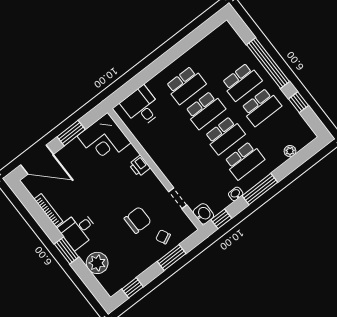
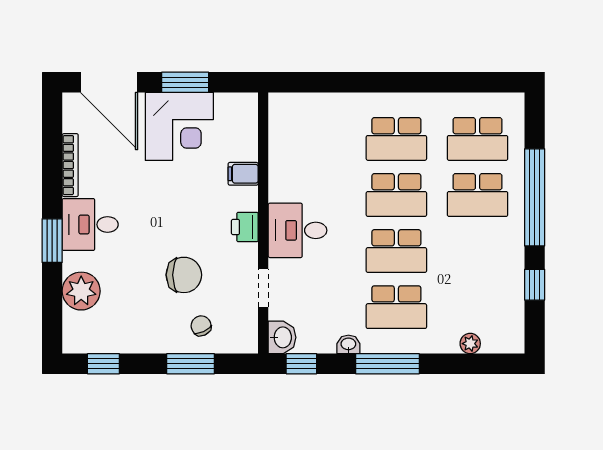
desk: (142, 107) -> (298, 230), moved, turned -90
school desk: (261, 107) -> (478, 139), moved
corner desk: (104, 139) -> (179, 126), moved, turned -90
filing cabinet: (129, 154) -> (243, 174), added
printer: (140, 166) -> (245, 227), moved

